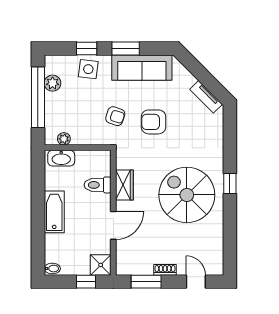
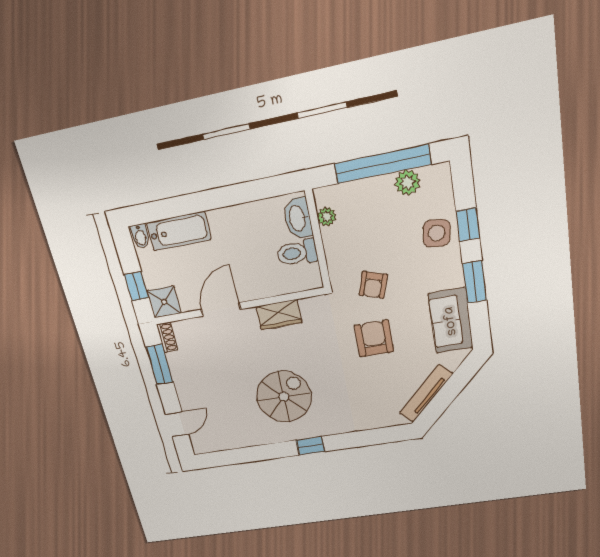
sofa: (142, 68) -> (451, 321), width x0.73
tv unit: (206, 97) -> (426, 393), width x1.41
toilet: (98, 185) -> (297, 253), moved, turned -90
spiral stairs: (187, 195) -> (284, 397), width x0.73, depth x0.73
bathtub: (54, 212) -> (179, 231), moved
door: (113, 225) -> (221, 309), swing flipped
shoe rack: (165, 270) -> (167, 337), moved

